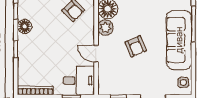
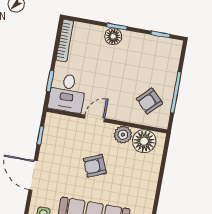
floor lamp: (25, 26) -> (113, 36), moved

